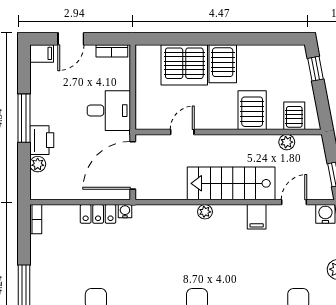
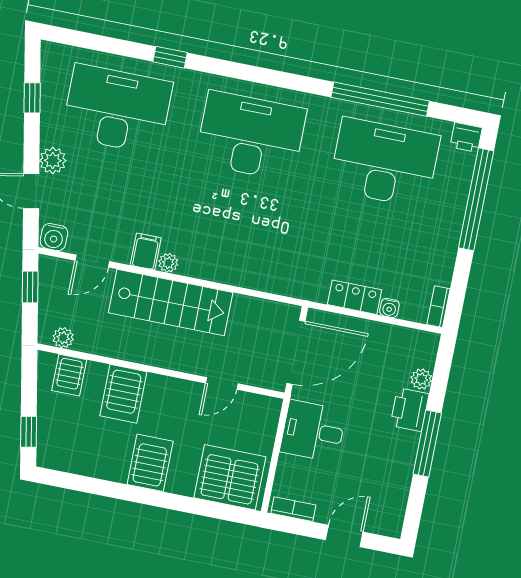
filing cabinet: (42, 53) -> (387, 524), removed
server rack: (184, 65) -> (230, 477), moved
plant: (287, 142) -> (63, 338), moved
water cooler: (125, 211) -> (389, 308), moved
plant: (205, 212) -> (168, 263), moved

